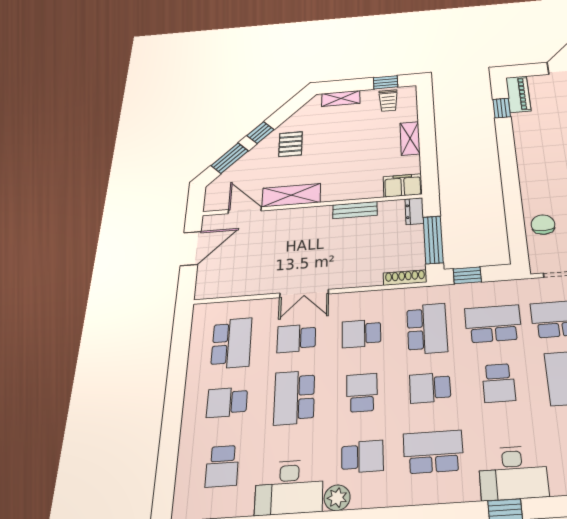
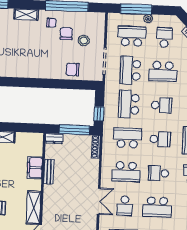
filing cabinet: (403, 185) -> (35, 168), moved
school desk: (361, 333) -> (126, 172), width x1.85
school desk: (430, 388) -> (160, 139), turned -90

